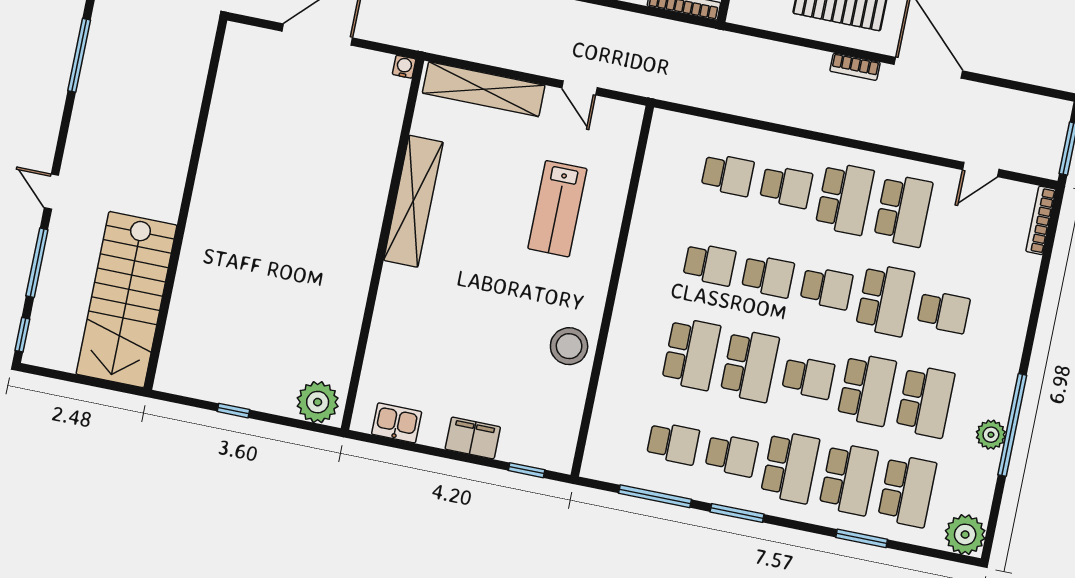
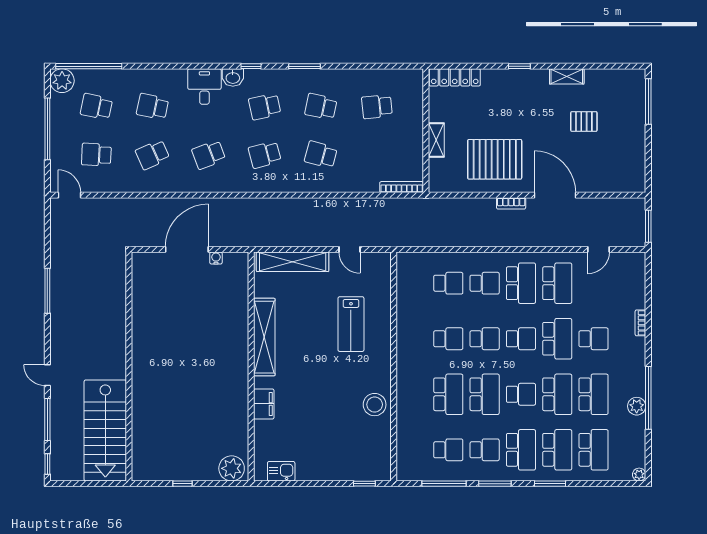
water cooler: (404, 67) -> (216, 258), moved
bookcase: (1041, 220) -> (640, 323), moved, width x0.64
filing cabinet: (473, 438) -> (264, 404), moved, turned 90
plant: (965, 535) -> (639, 475), width x0.53, depth x0.53
window: (862, 538) -> (550, 484), moved

